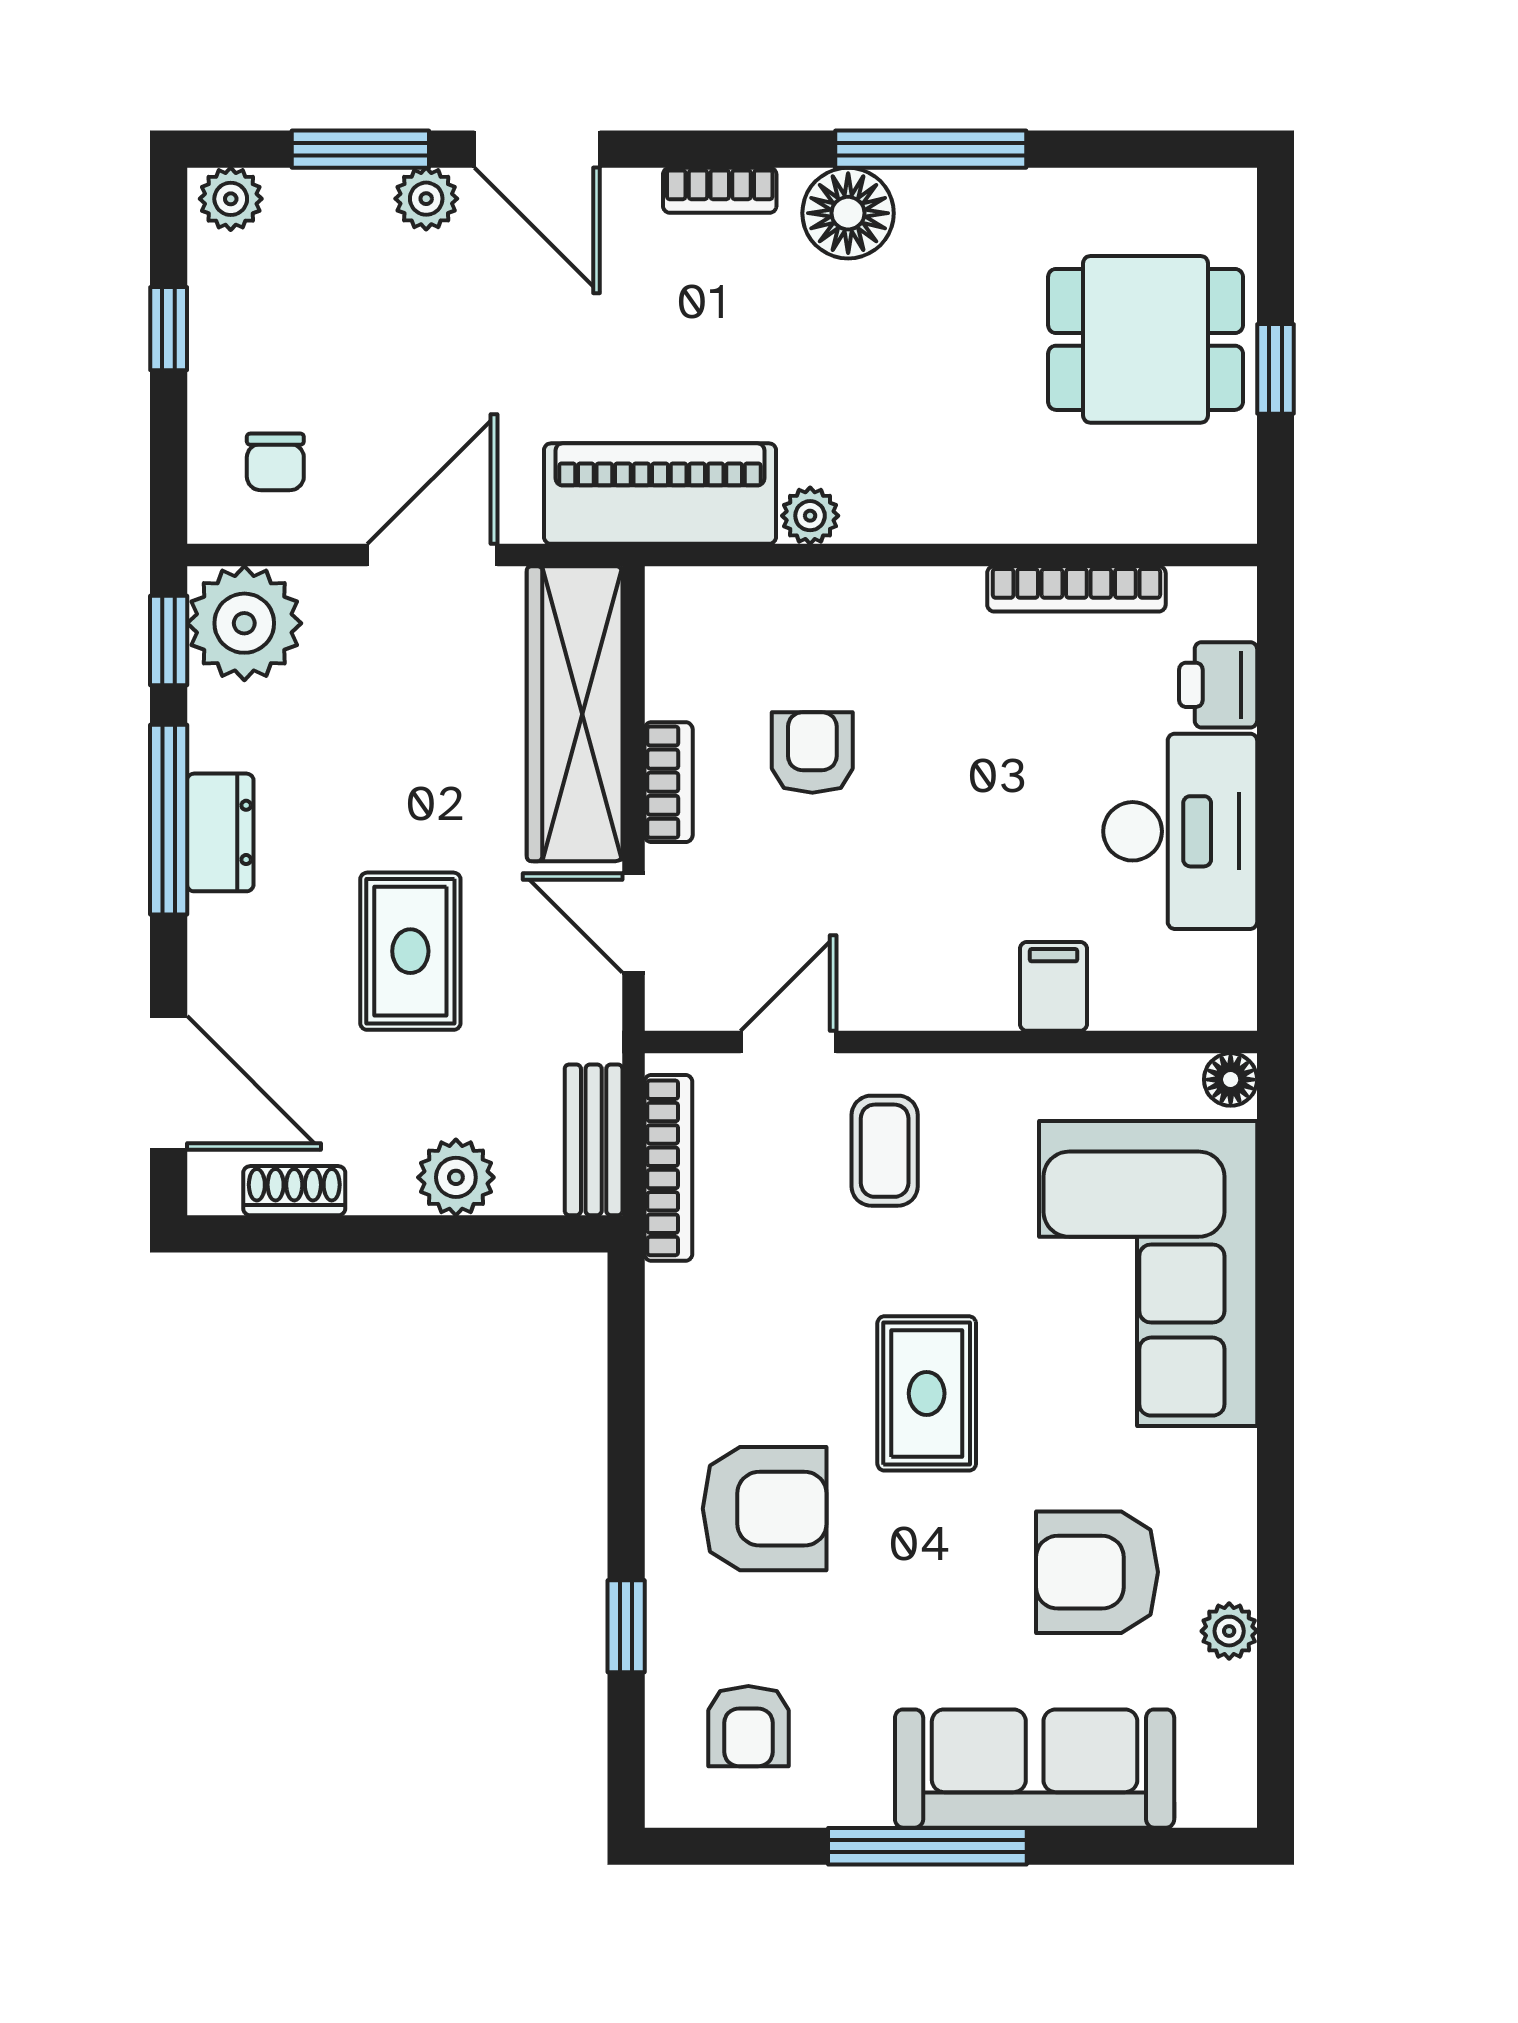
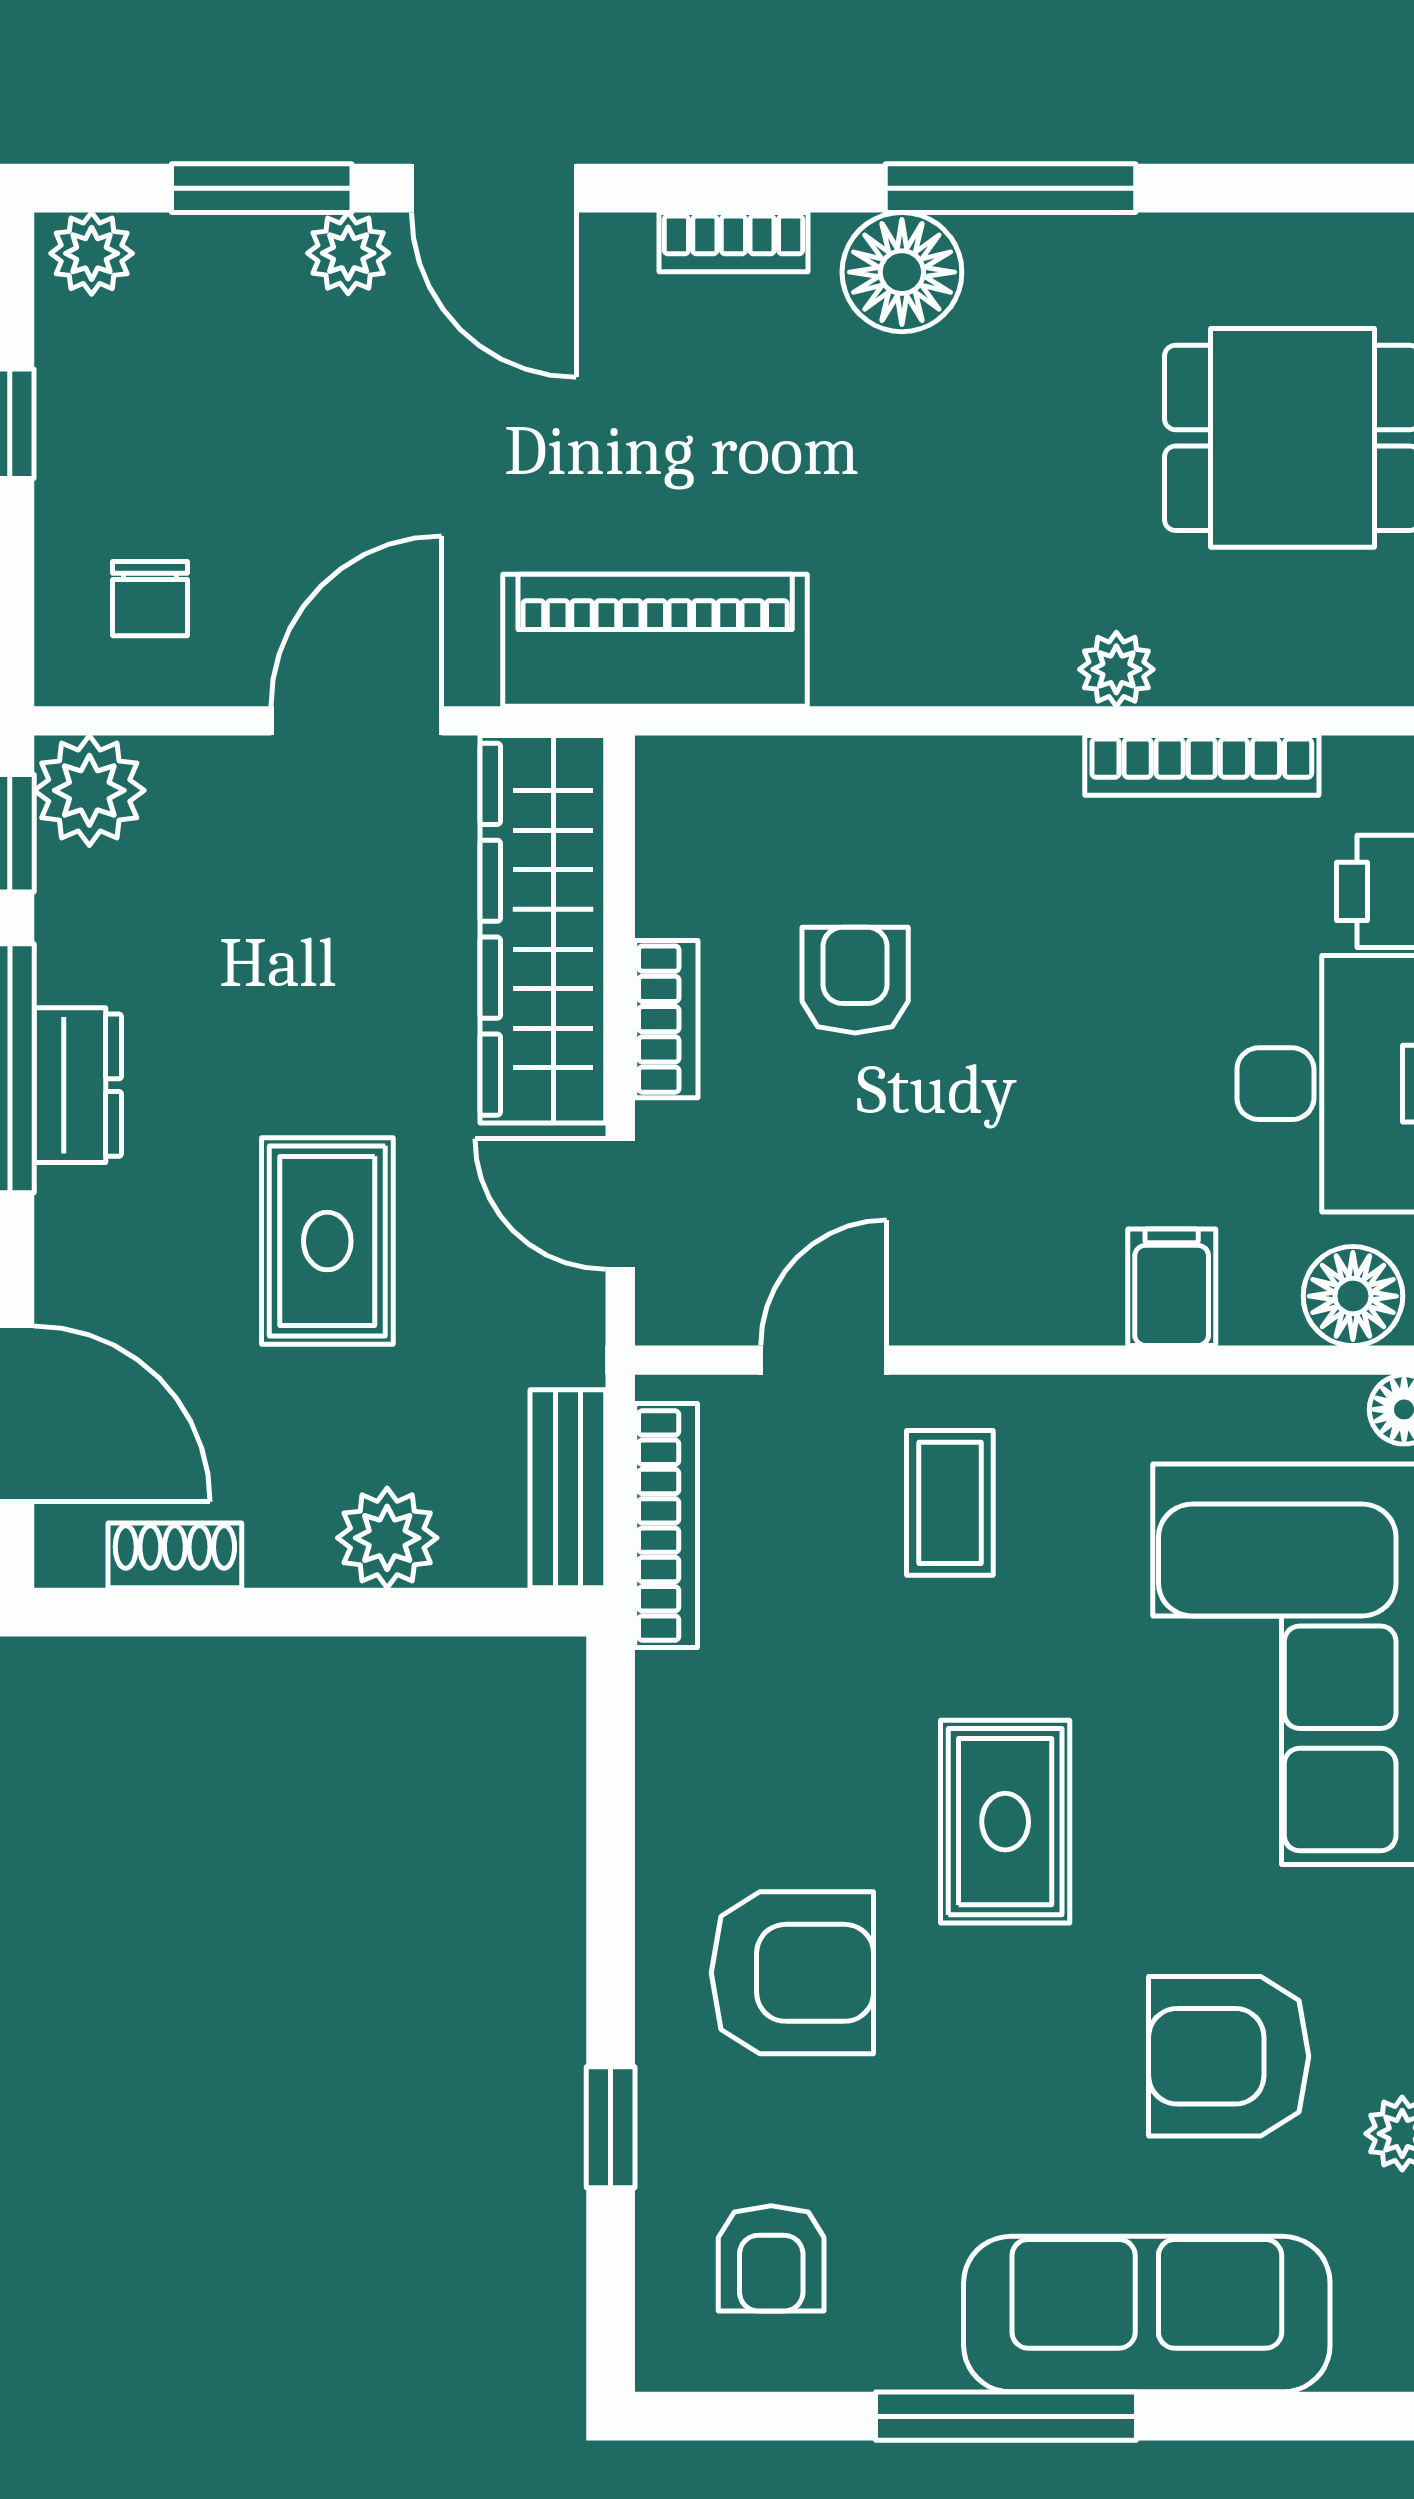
plant: (810, 516) -> (1116, 669), moved
plant: (244, 623) -> (89, 790), width x0.73, depth x0.73
floor lamp: (1192, 993) -> (1353, 1296), added

